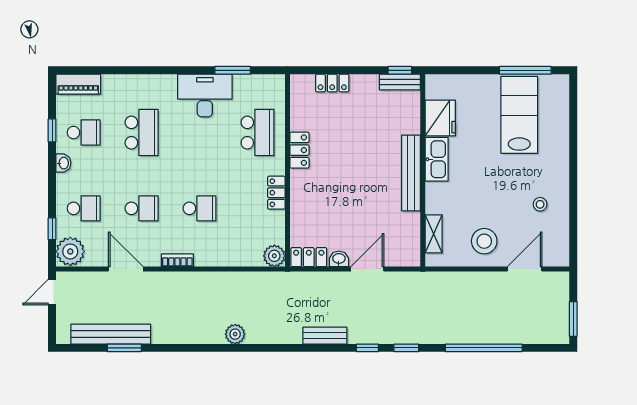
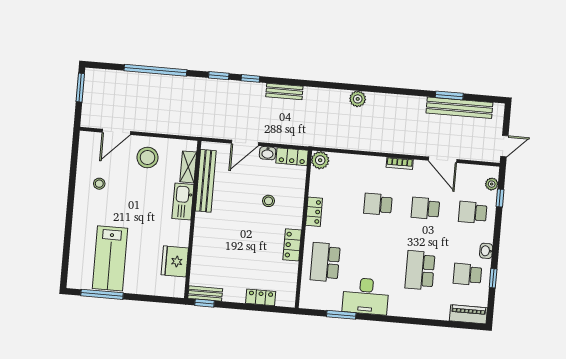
kitchen sink: (437, 159) -> (183, 201), moved
bench: (411, 173) -> (206, 181), moved
stool: (333, 201) -> (269, 201), added
plant: (70, 251) -> (492, 184), width x0.53, depth x0.53

